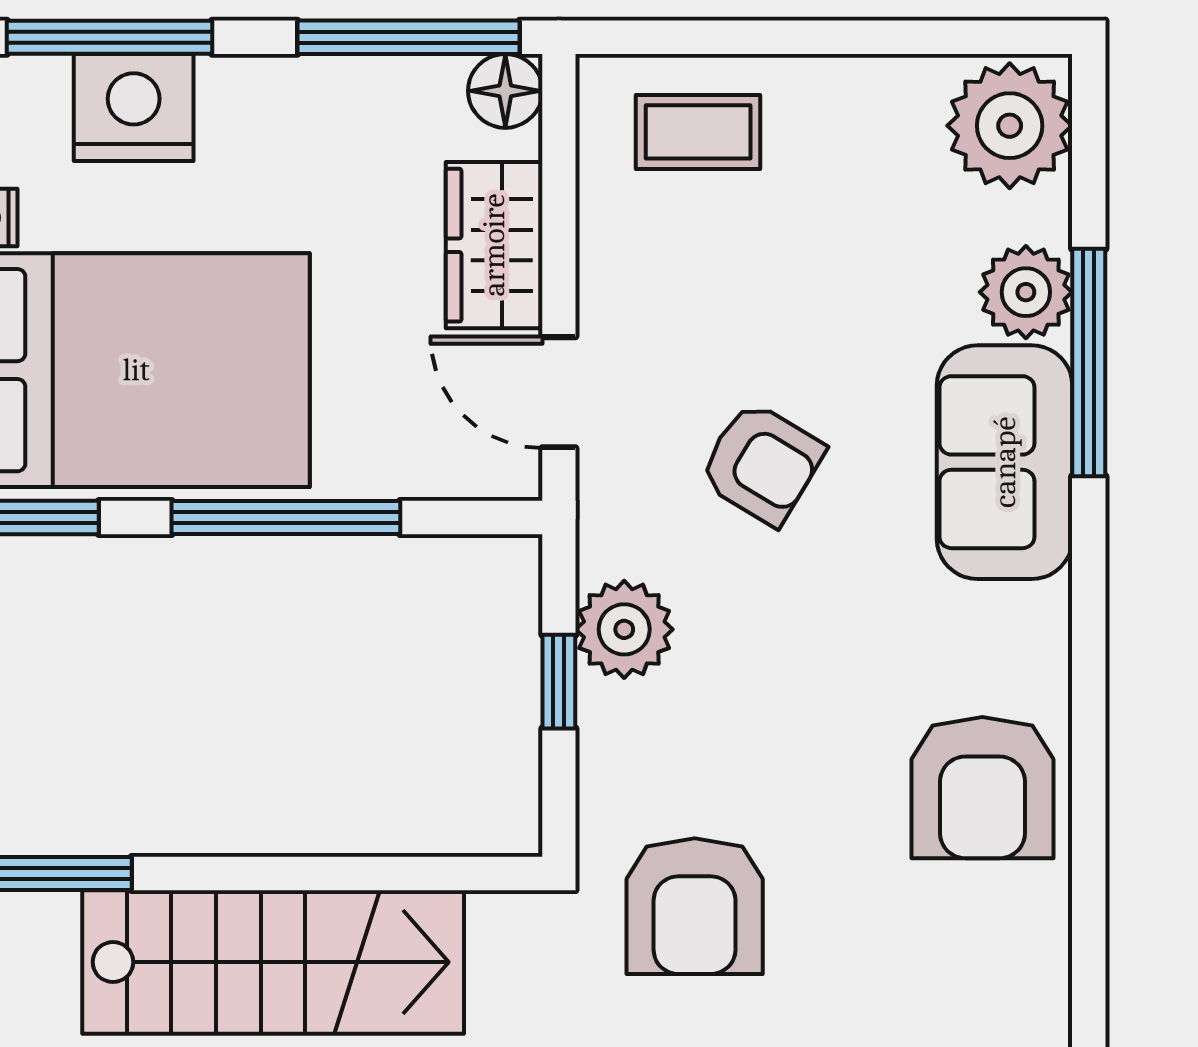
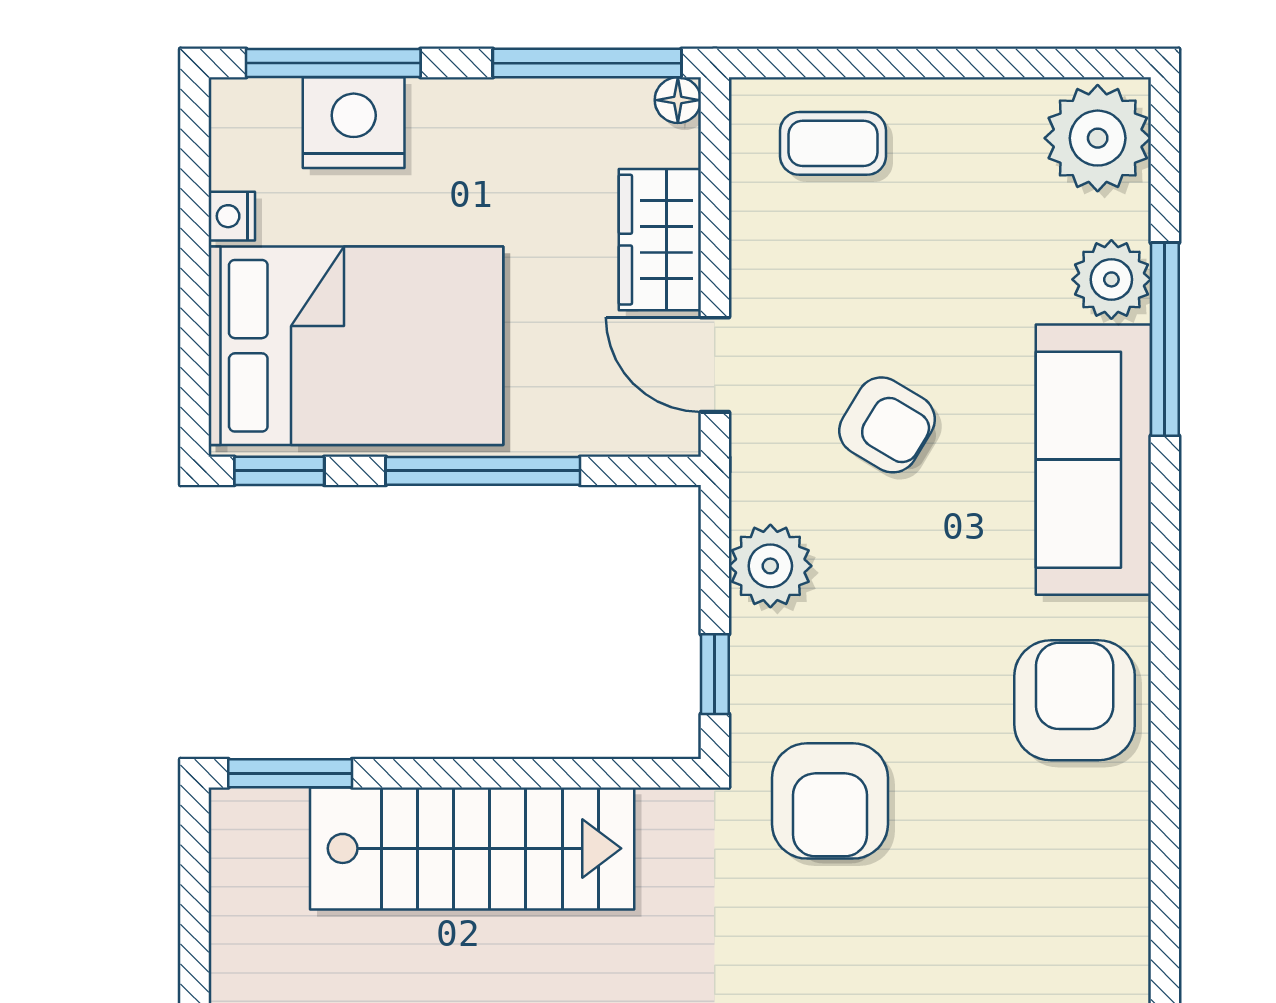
floor lamp: (505, 91) -> (678, 100), width x0.73, depth x0.73
sofa: (1005, 462) -> (1093, 460), width x1.36
window: (559, 682) -> (715, 674), moved
armchair: (982, 788) -> (1075, 700), turned 180

